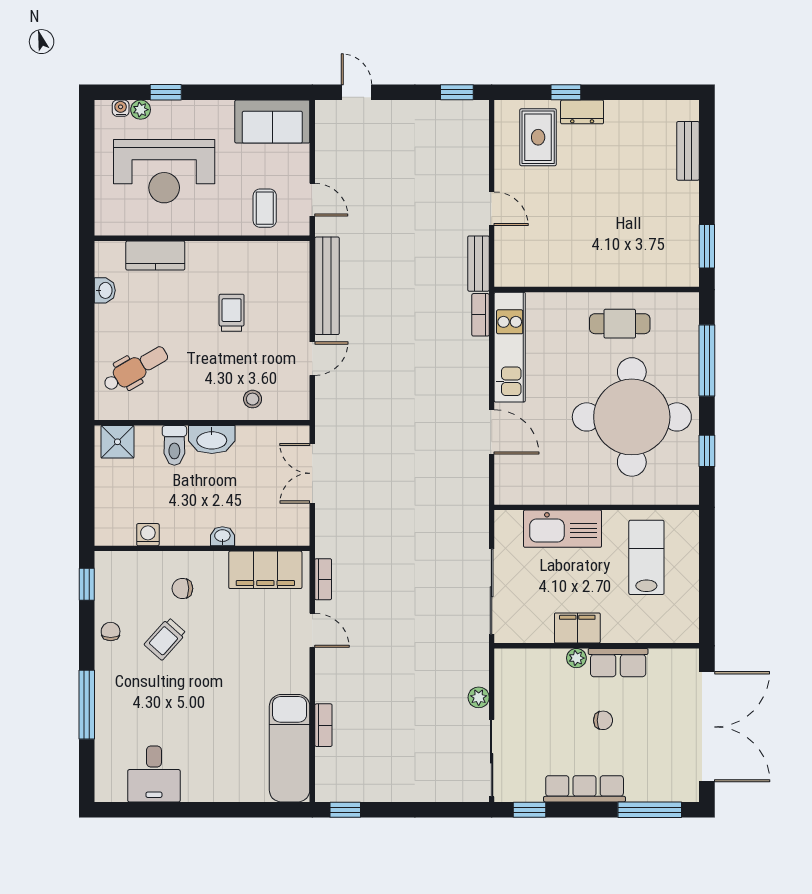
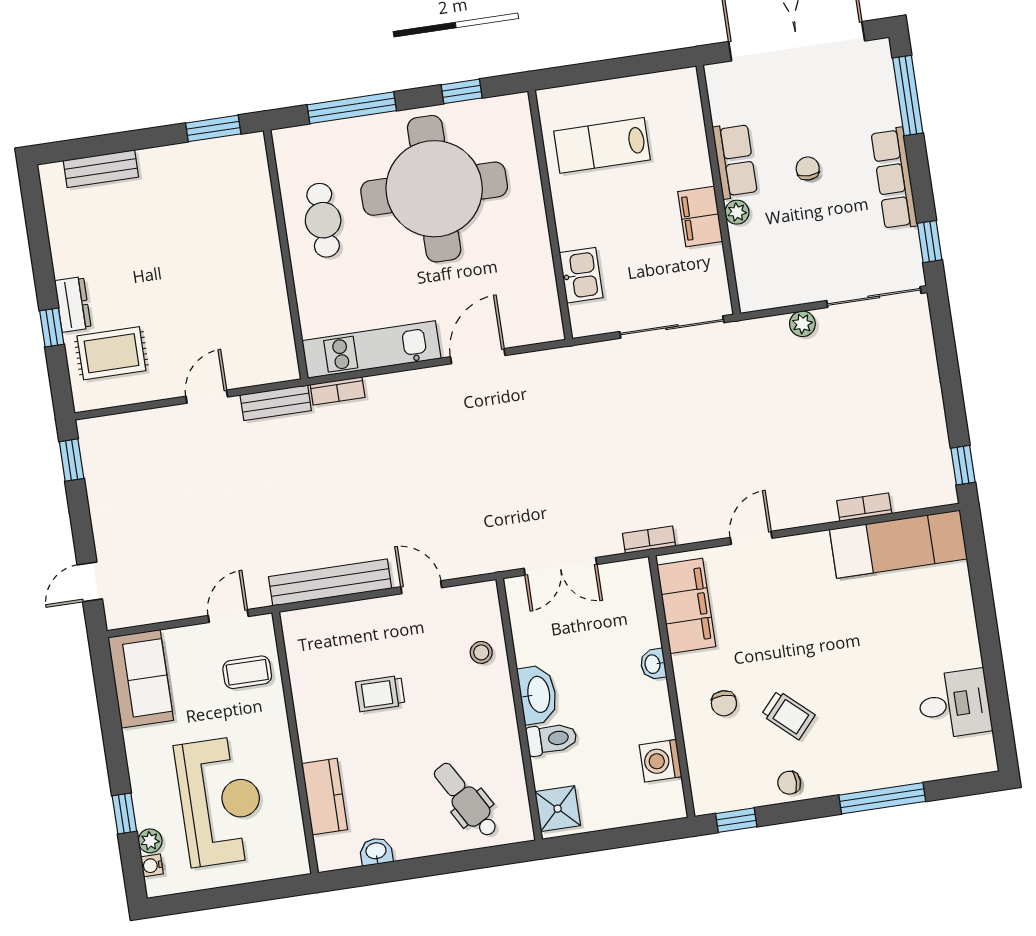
kitchen sink: (563, 529) -> (581, 275), width x0.53, depth x0.81
washing machine: (148, 535) -> (660, 761), width x1.38, depth x1.38
bookcase: (323, 579) -> (649, 540), moved

